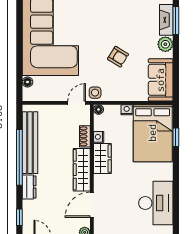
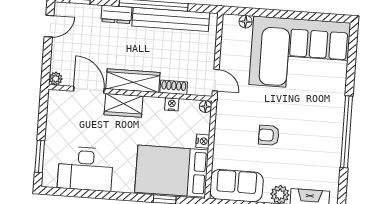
armchair: (118, 57) -> (269, 135), turned 58
side table: (95, 93) -> (227, 104), removed
wardrobe: (102, 158) -> (124, 105), moved

